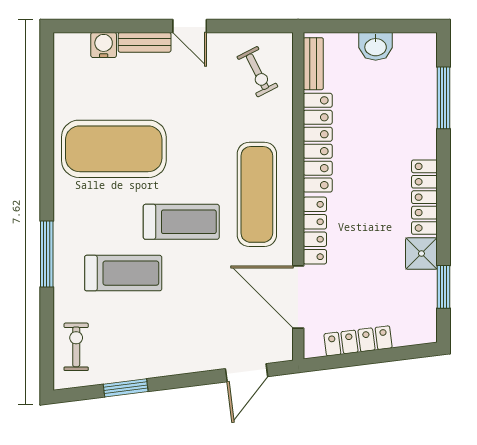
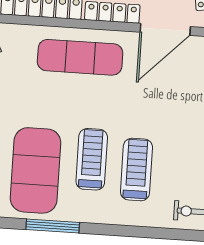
treadmill: (181, 222) -> (92, 159), moved
window: (47, 254) -> (53, 226), moved

